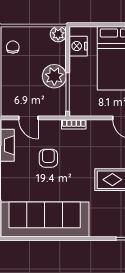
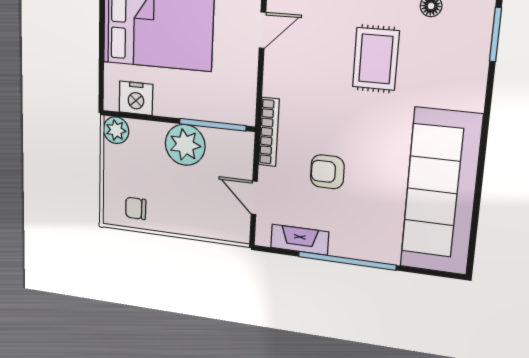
door: (28, 118) -> (254, 198), swing flipped
bookcase: (74, 124) -> (269, 132), width x1.56

